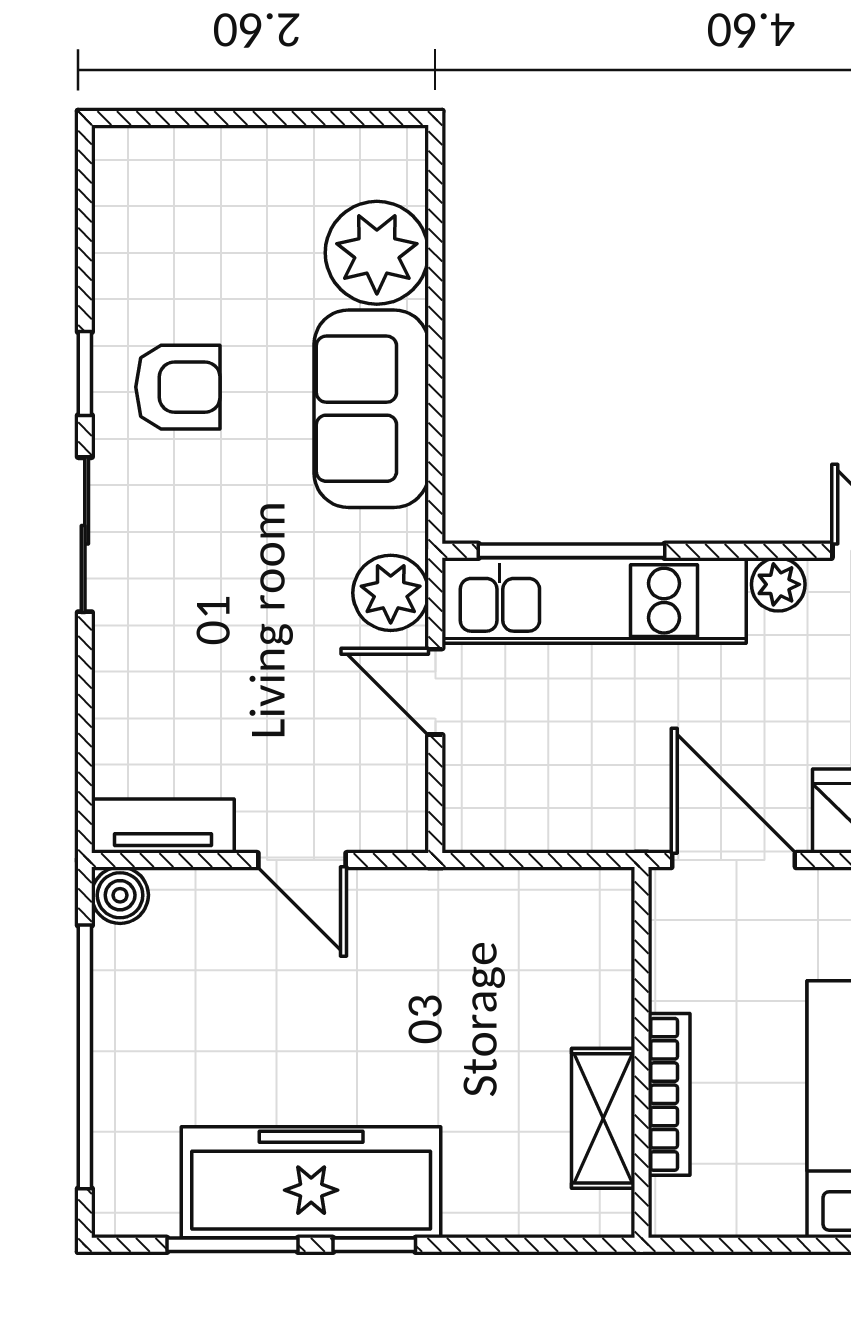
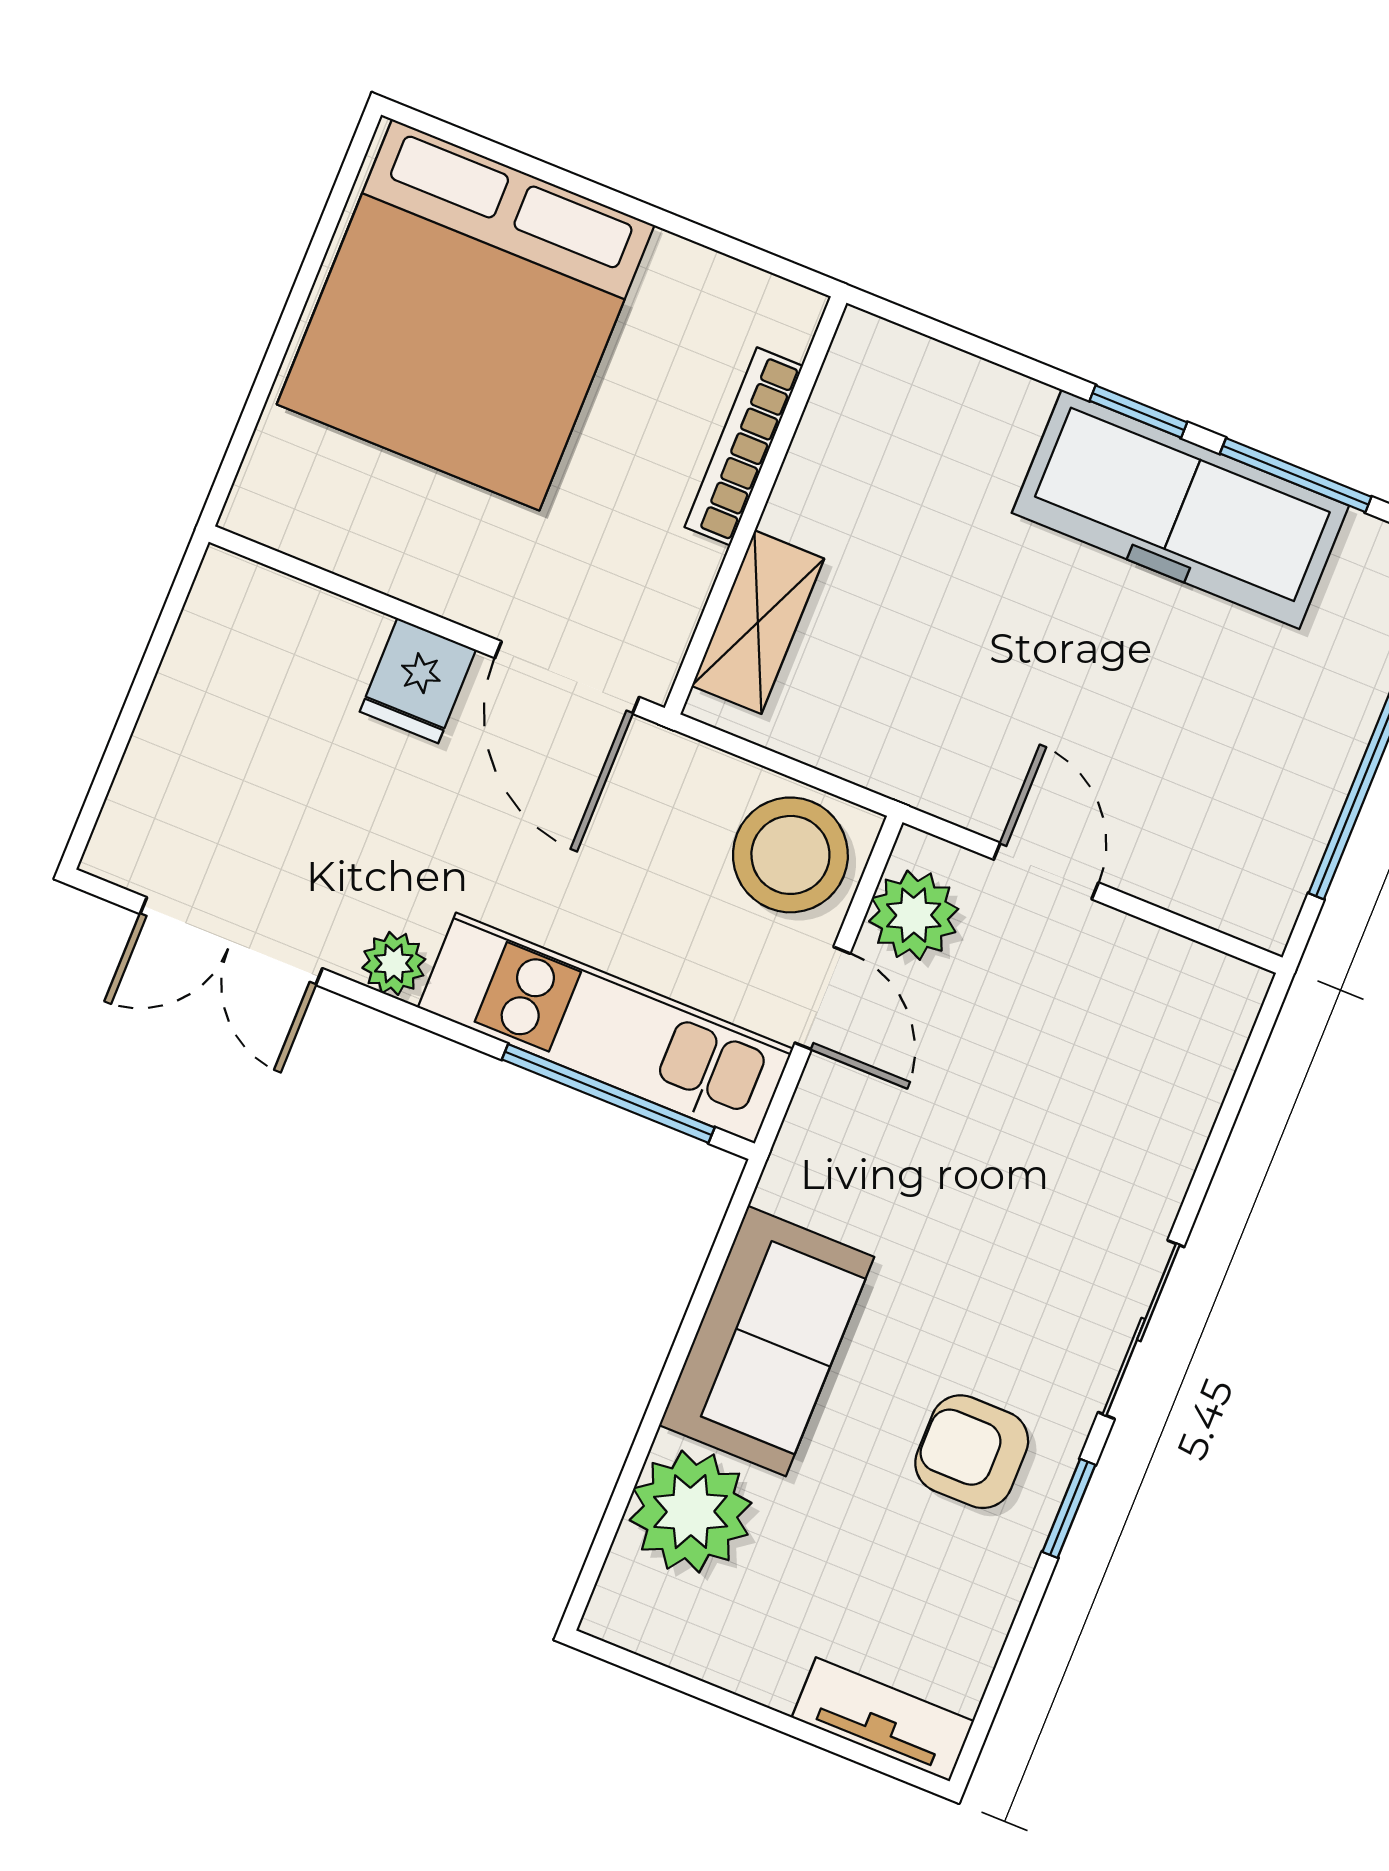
plant: (391, 593) -> (914, 915), moved
stool: (505, 793) -> (790, 855), added
tv unit: (163, 826) -> (883, 1719), moved, turned 180
boiler: (120, 895) -> (1264, 914), removed
shelving: (603, 1118) -> (758, 622), moved

